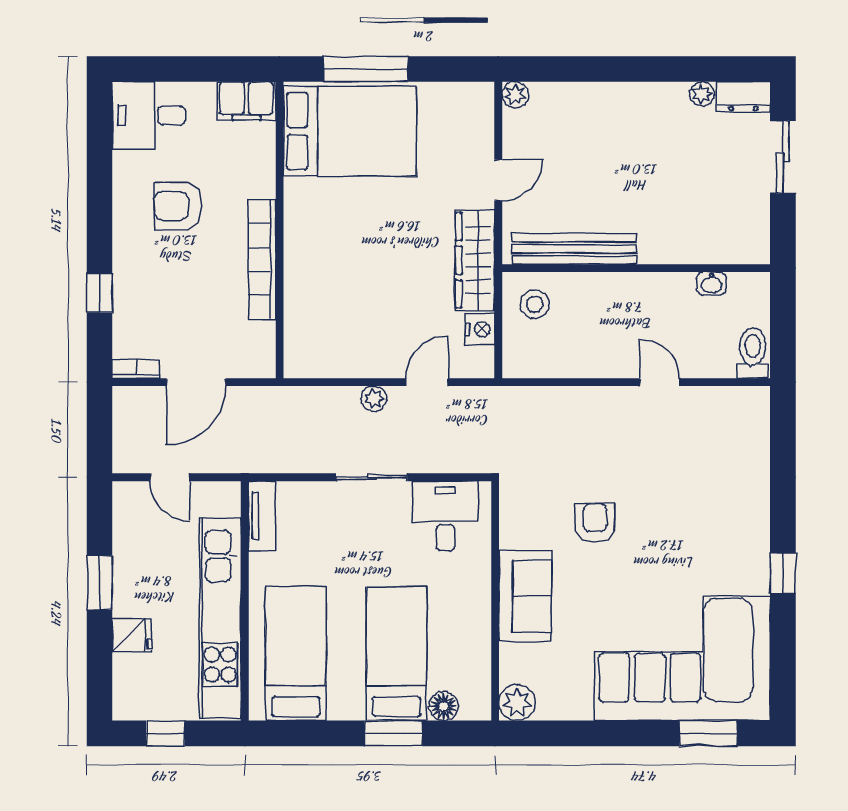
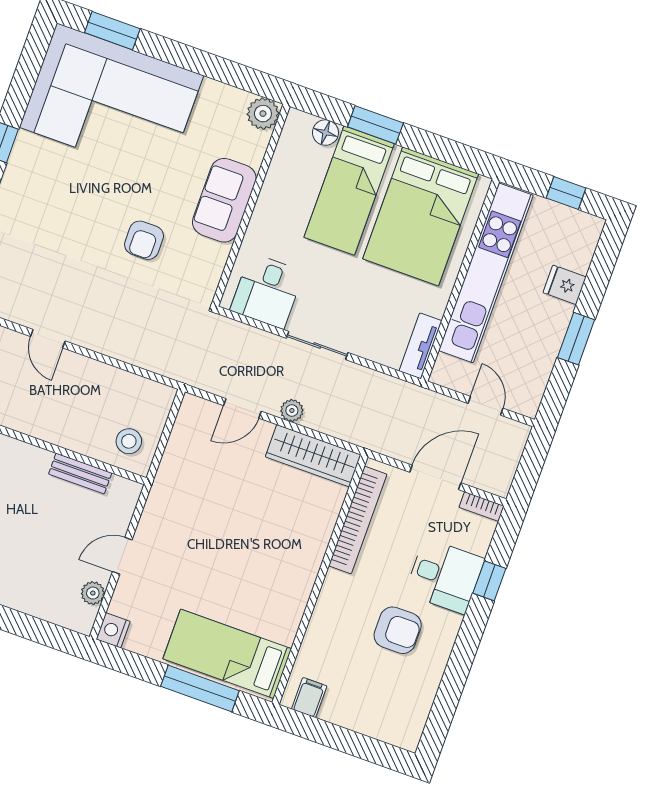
plant: (515, 95) -> (93, 593), moved
filing cabinet: (246, 101) -> (309, 698), width x0.50
desk: (149, 116) -> (445, 576), moved
bed: (350, 131) -> (227, 654), width x0.67
bench: (574, 249) -> (80, 474), width x0.54, depth x0.82
bookcase: (262, 259) -> (358, 520), moved
wardrobe: (475, 260) -> (313, 456), moved, turned 90
nightstand: (480, 329) -> (113, 630), moved
bed: (296, 654) -> (421, 216), width x1.50

